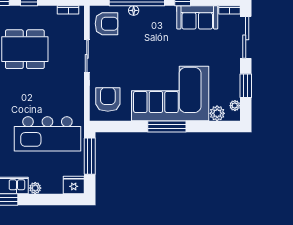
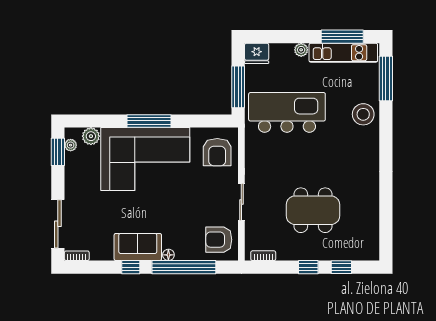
floor lamp: (134, 10) -> (168, 255), moved
sofa: (197, 17) -> (138, 247), moved
window: (246, 86) -> (58, 152), moved

